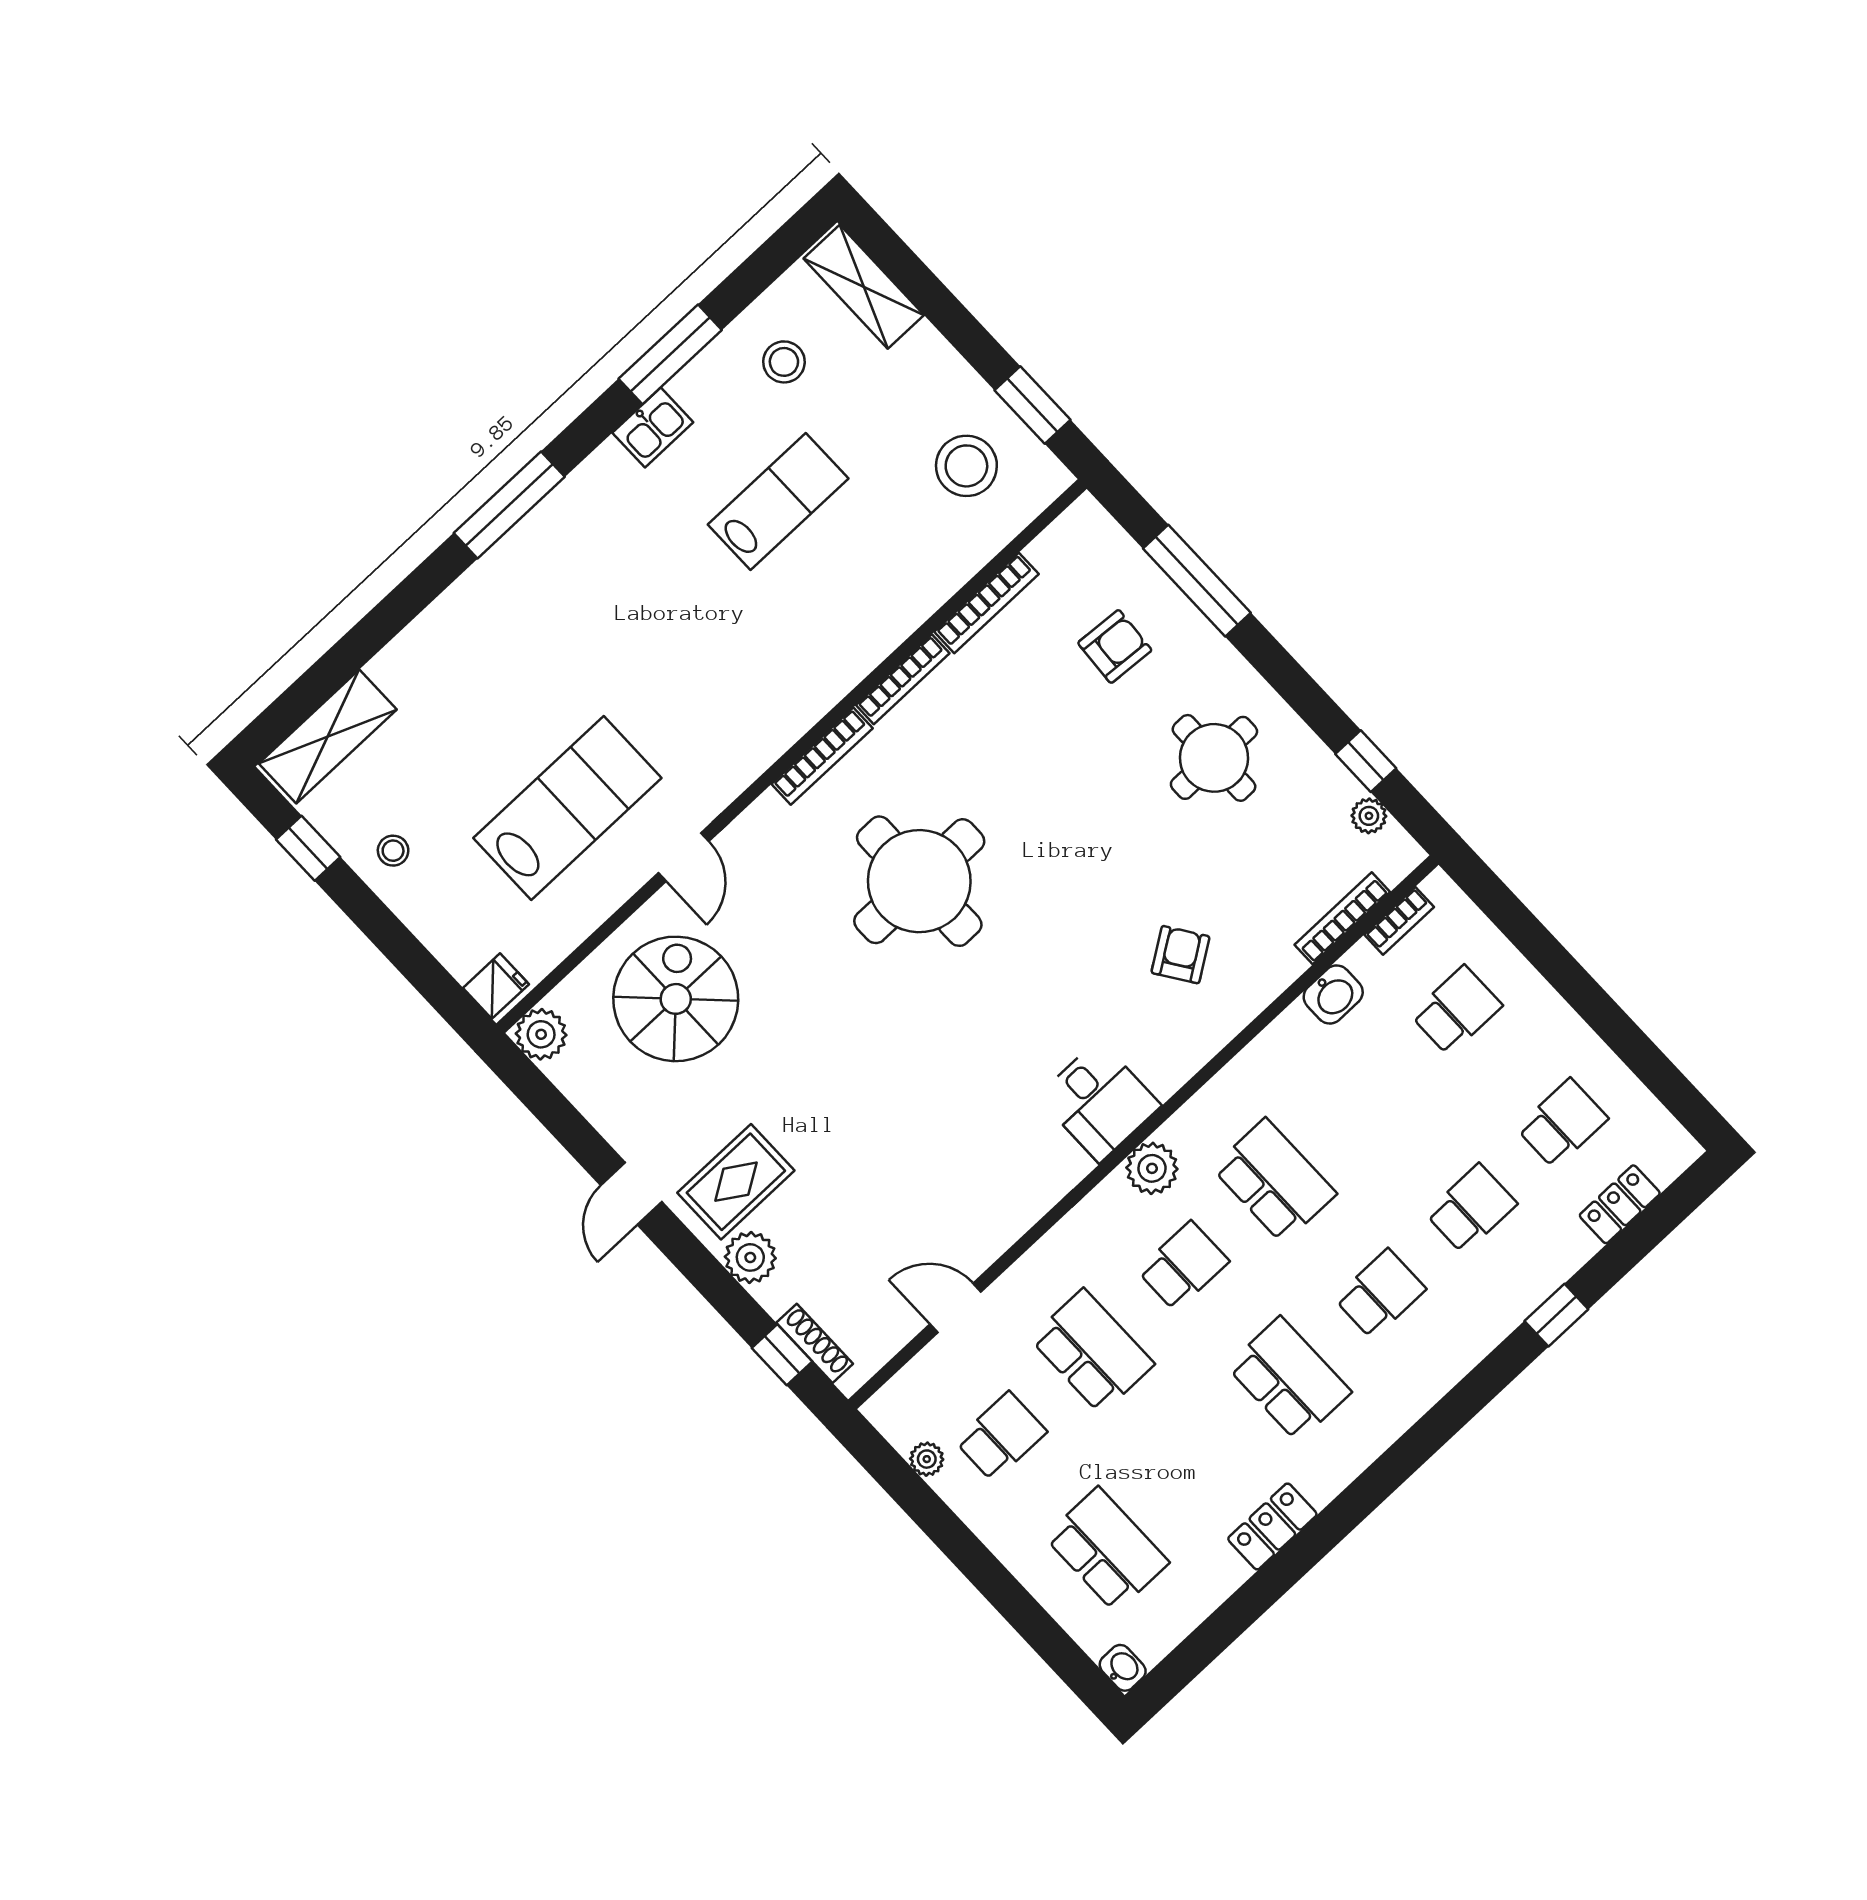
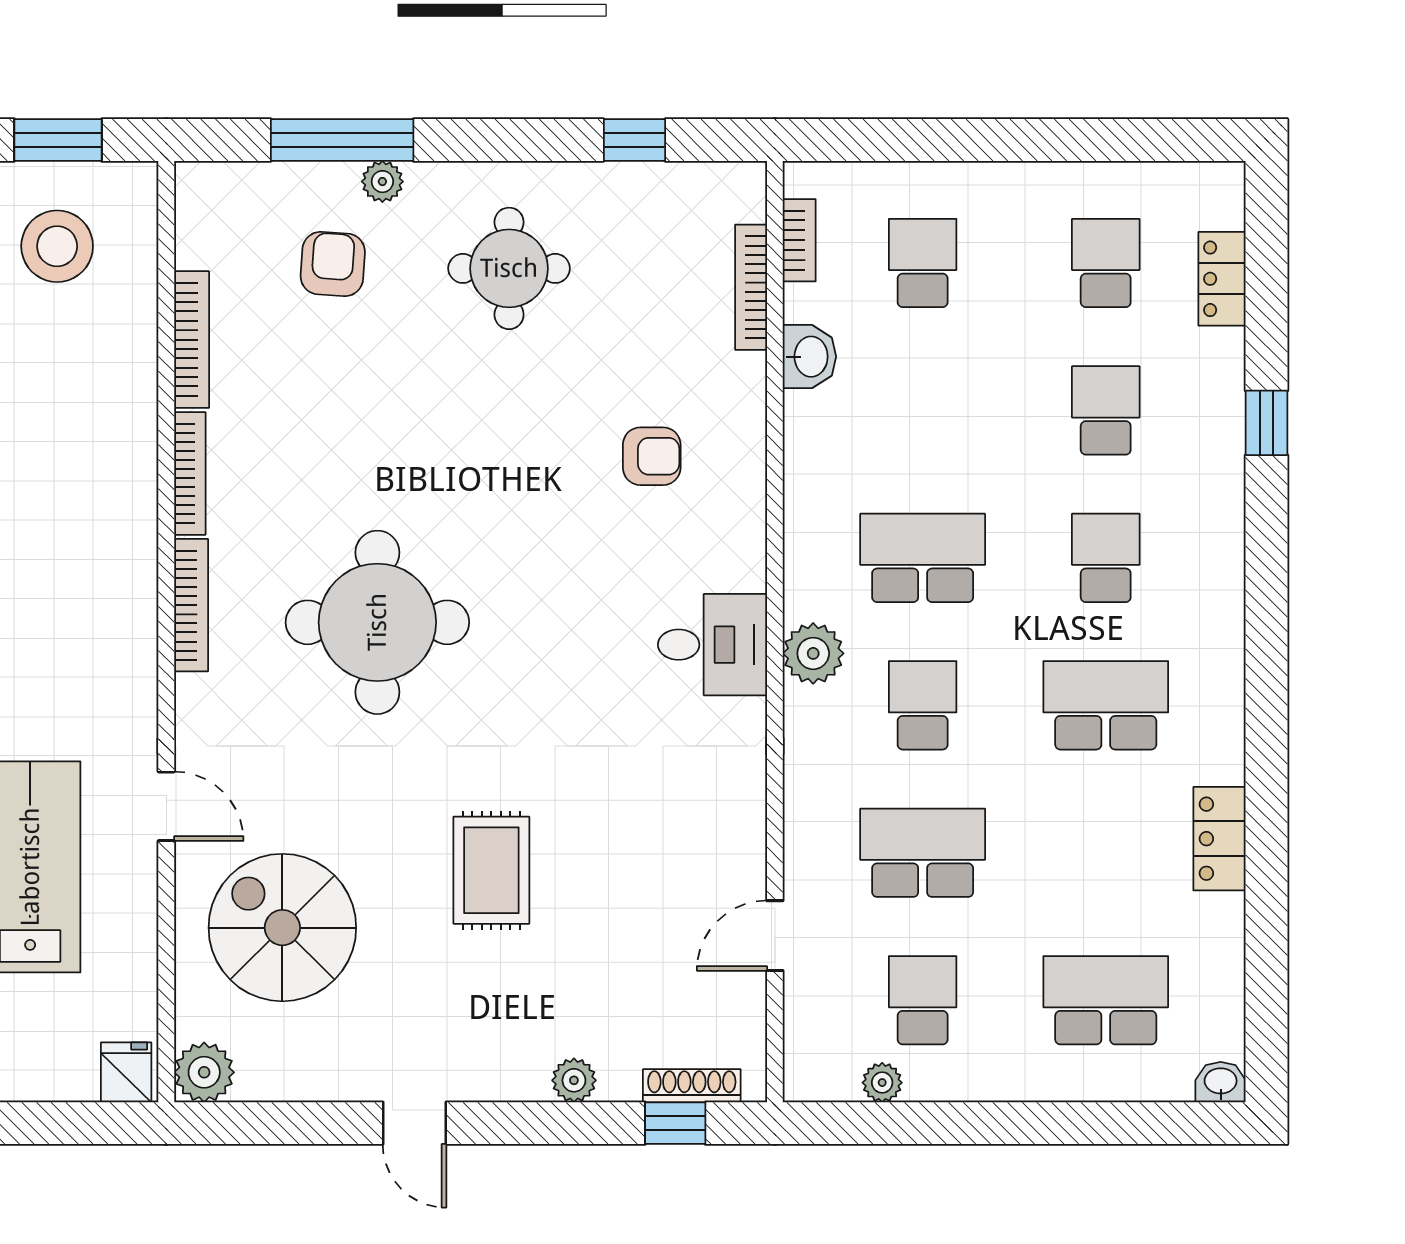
plant: (1369, 816) -> (382, 182), moved
armchair: (1180, 955) -> (652, 456), turned 124
rug: (736, 1182) -> (491, 870), moved
plant: (750, 1257) -> (574, 1080), width x0.73, depth x0.73

